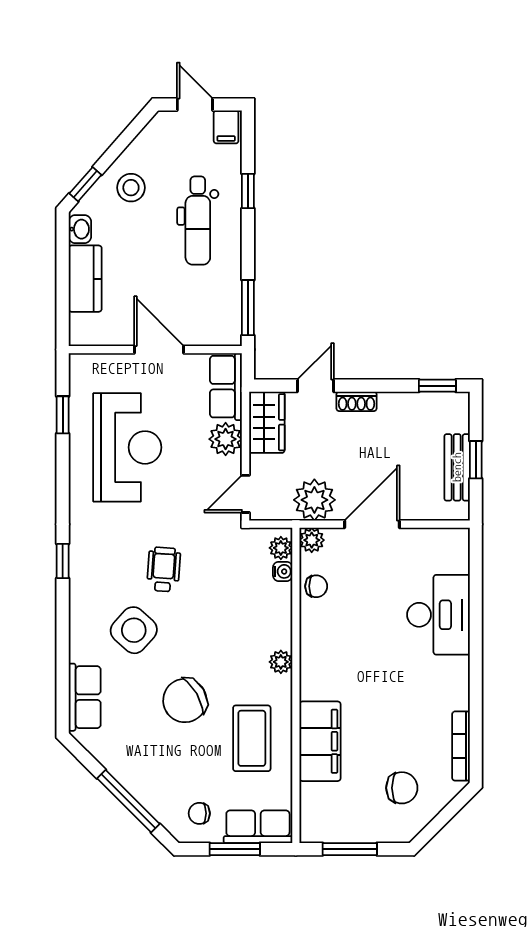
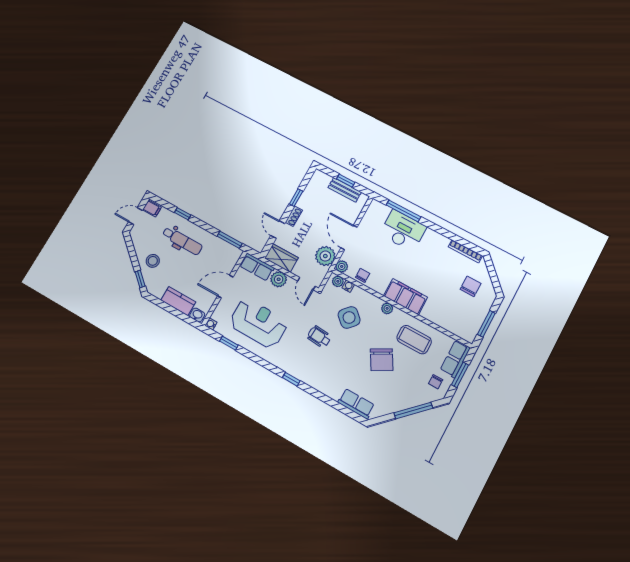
washbasin: (80, 229) -> (197, 315), moved
water cooler: (78, 363) -> (211, 324), added
window: (437, 386) -> (296, 198), moved
window: (476, 596) -> (403, 211), added
side table: (134, 630) -> (349, 317), moved
filing cabinet: (320, 741) -> (405, 297), moved

